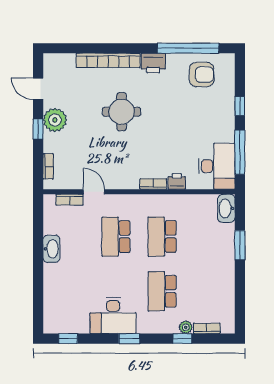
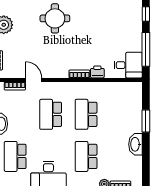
desk: (217, 166) -> (128, 65), width x0.73
washbasin: (226, 208) -> (135, 144), moved
school desk: (70, 291) -> (15, 156), added

